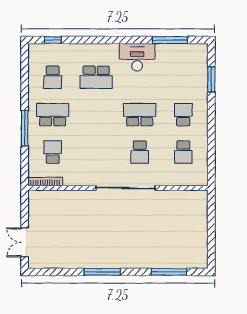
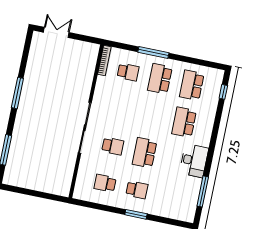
school desk: (53, 77) -> (192, 85), width x1.85
window: (211, 79) -> (136, 214), moved
school desk: (53, 115) -> (160, 79), turned 180
school desk: (140, 115) -> (145, 153), turned 180
school desk: (140, 152) -> (113, 146), turned 180

